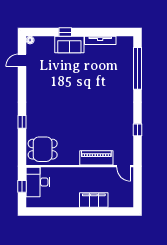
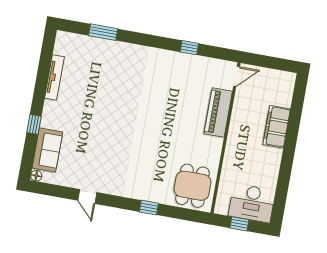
sofa: (69, 45) -> (47, 150), moved
door: (22, 60) -> (87, 196), moved
window: (138, 68) -> (103, 32), width x0.47
desk: (38, 182) -> (252, 203), moved

